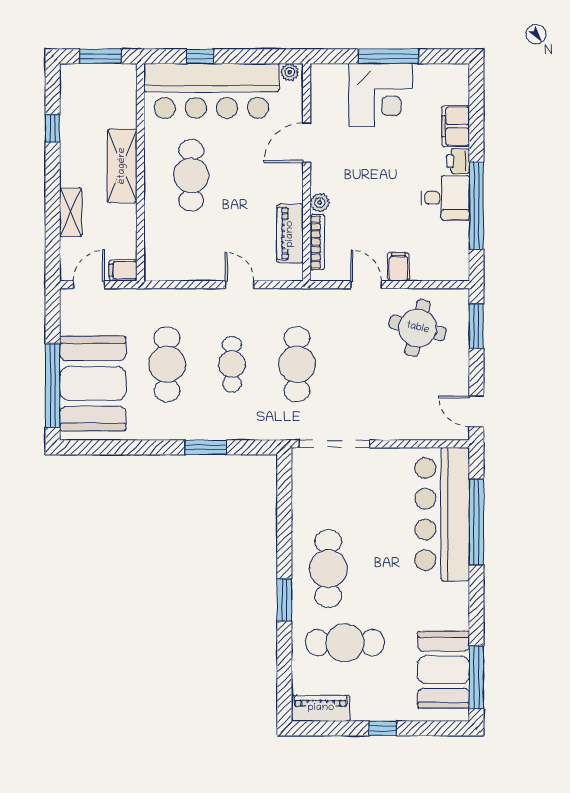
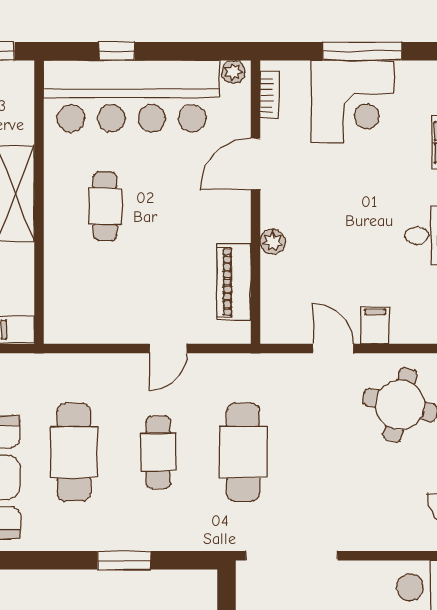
cafe table: (191, 175) -> (105, 206), width x0.73, depth x0.74
bookcase: (317, 242) -> (269, 95), moved, width x0.64
door: (240, 285) -> (168, 348), swing flipped

